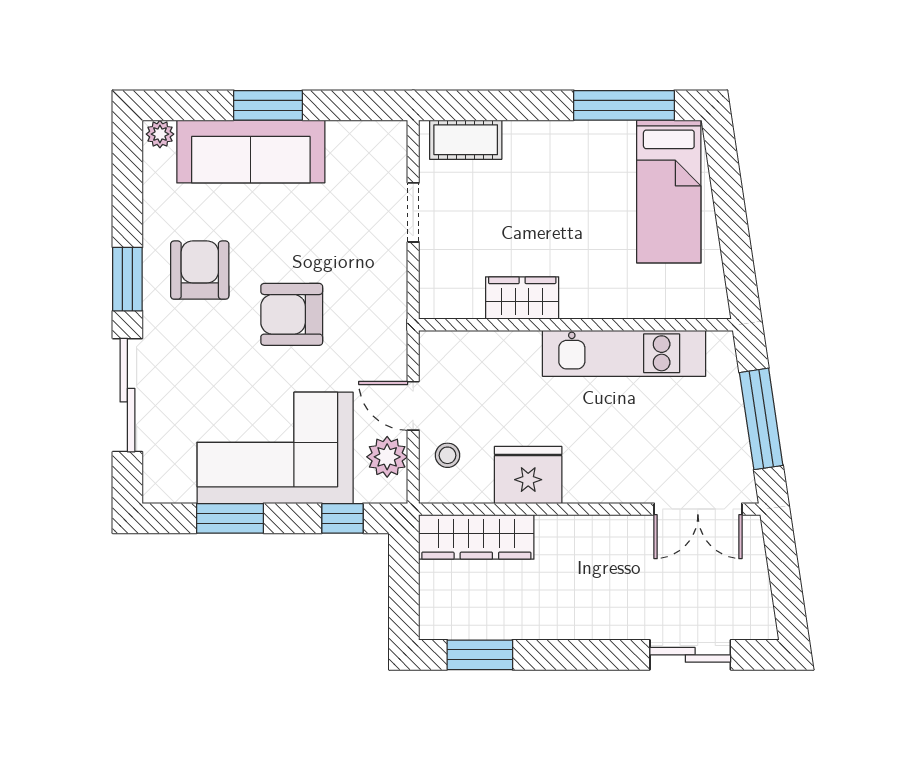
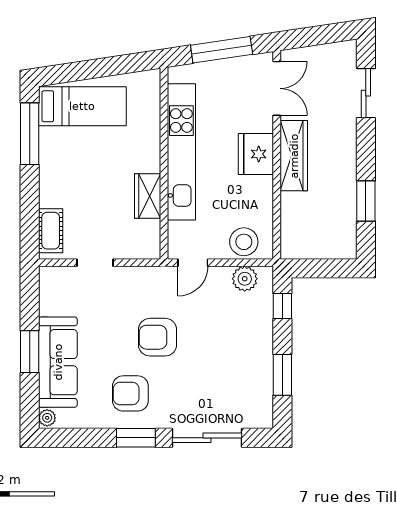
armchair: (292, 314) -> (158, 337), turned 90
kitchen unit: (624, 353) -> (181, 152), width x1.36
door: (413, 406) -> (193, 263), moved
corner sofa: (275, 448) -> (239, 347), removed
stool: (447, 455) -> (244, 242), width x1.89, depth x1.89
fridge: (528, 475) -> (256, 154), moved
wardrobe: (476, 537) -> (294, 156), moved
window: (480, 655) -> (366, 201), moved

